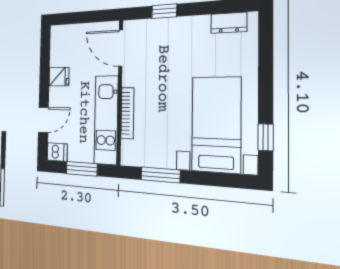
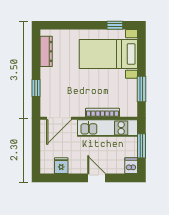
dresser: (229, 23) -> (46, 51), width x1.44
fridge: (59, 77) -> (61, 166), moved
door: (43, 120) -> (96, 178), moved

